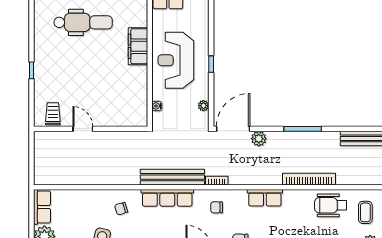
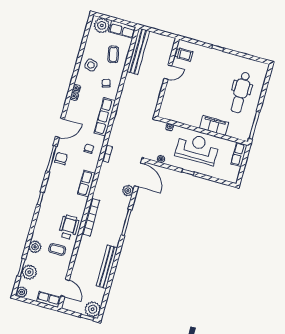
bench: (172, 177) -> (138, 51), moved
coffee table: (79, 210) -> (113, 54), added

